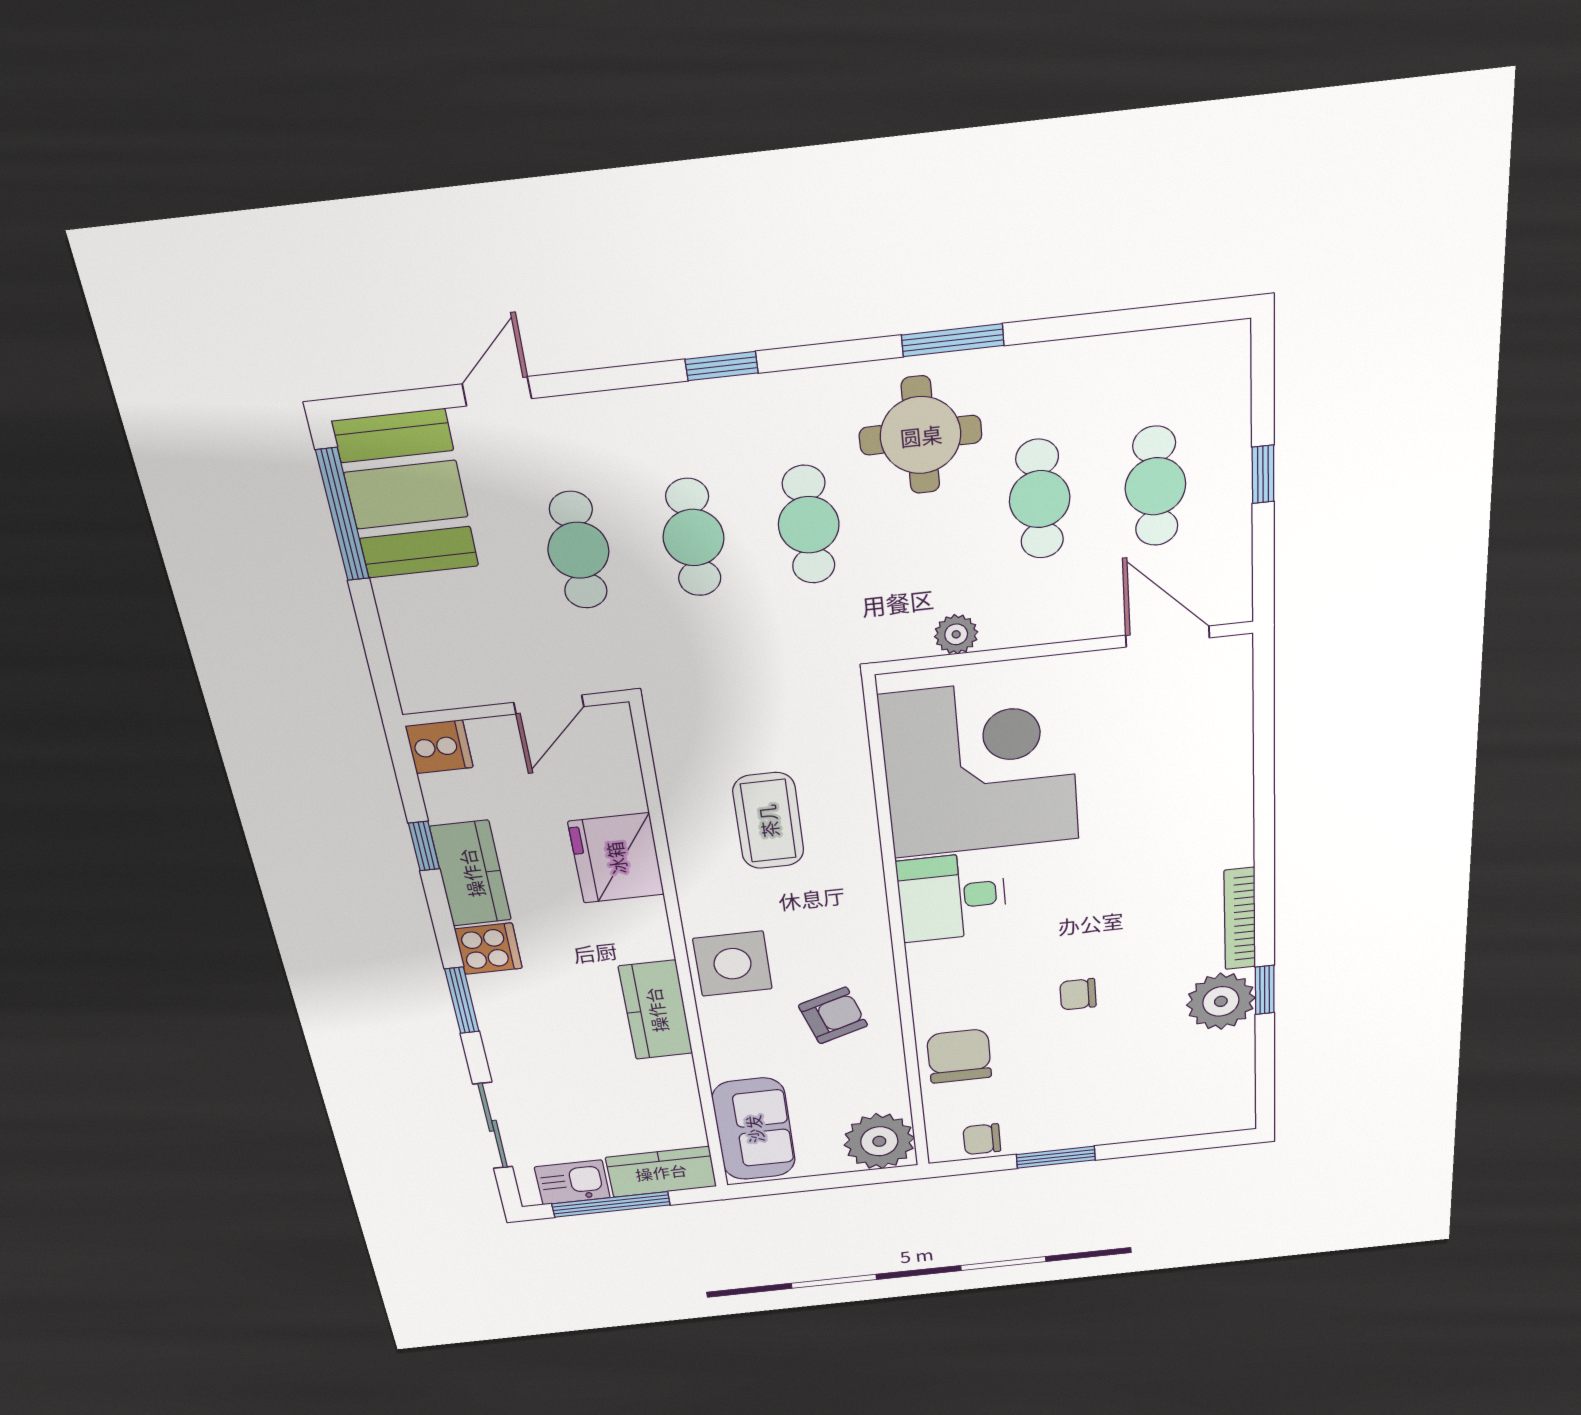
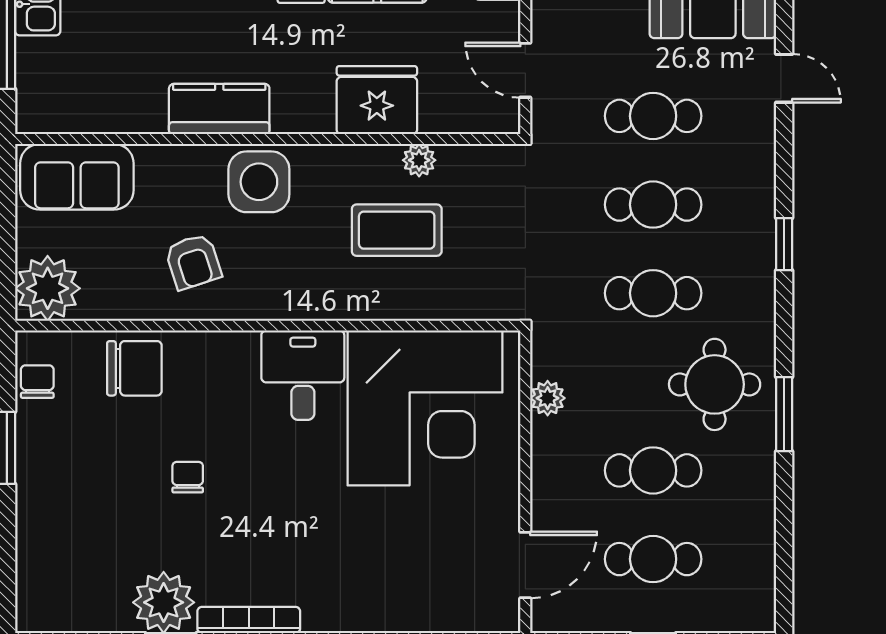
plant: (681, 807) -> (419, 160), added
kitchen counter: (661, 1172) -> (39, 86), removed

